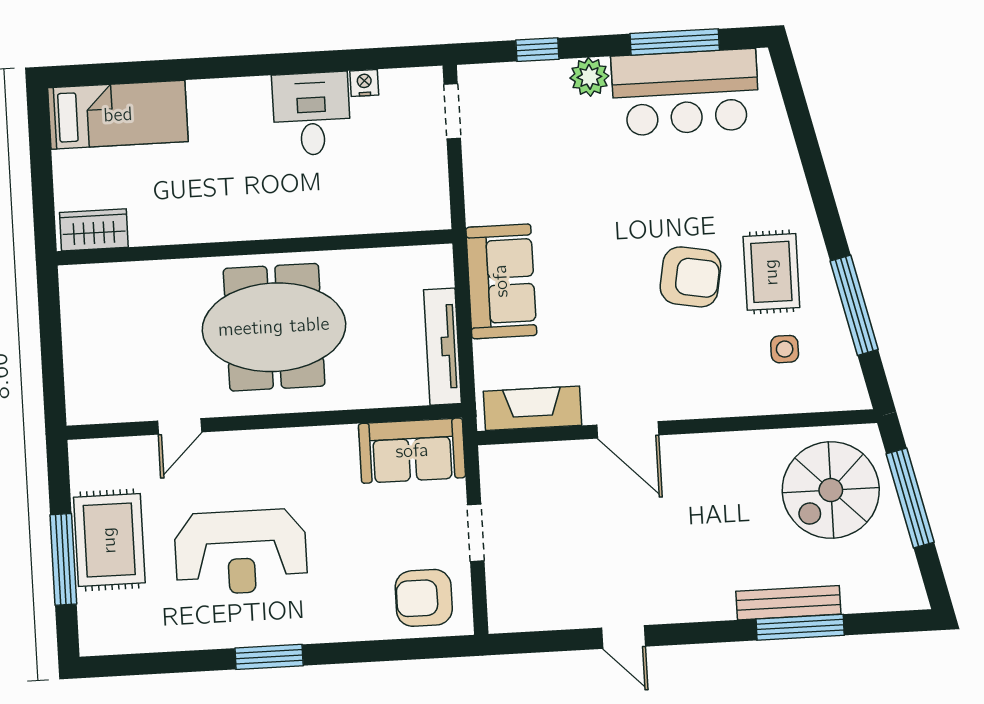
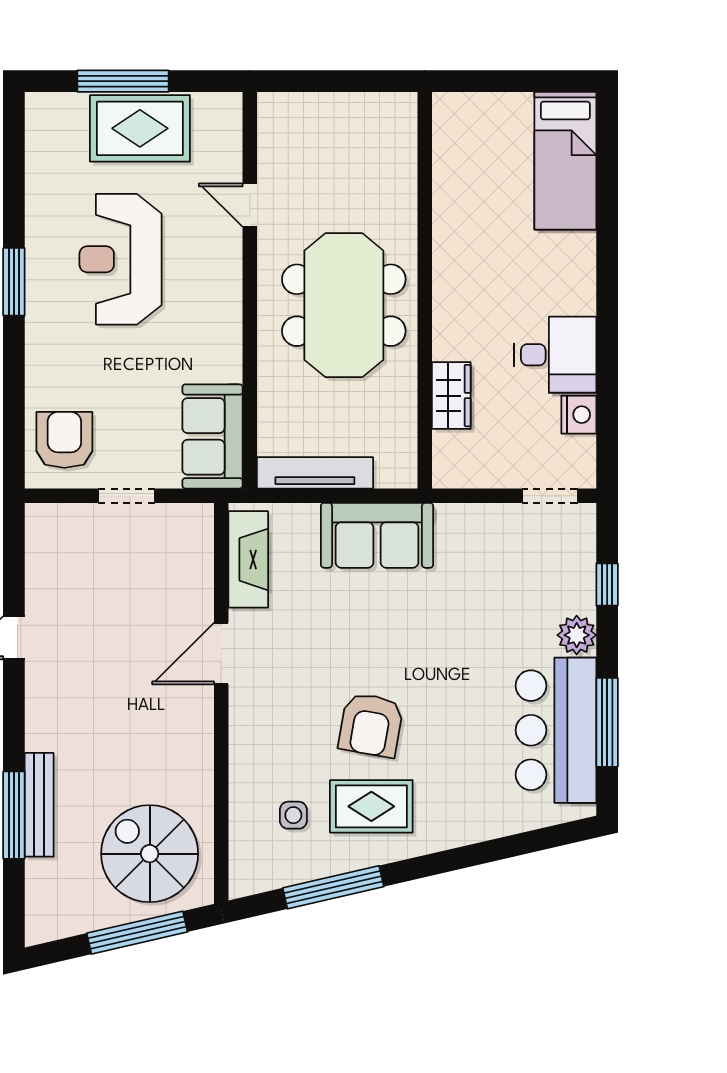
nightstand: (364, 83) -> (579, 415), width x1.39, depth x1.35
wardrobe: (94, 230) -> (451, 396), moved

